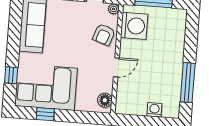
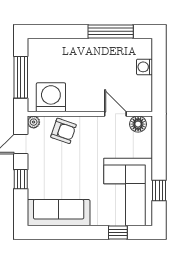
door: (116, 67) -> (115, 114), moved

